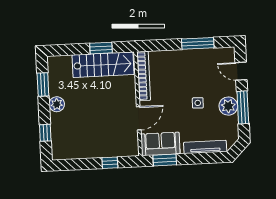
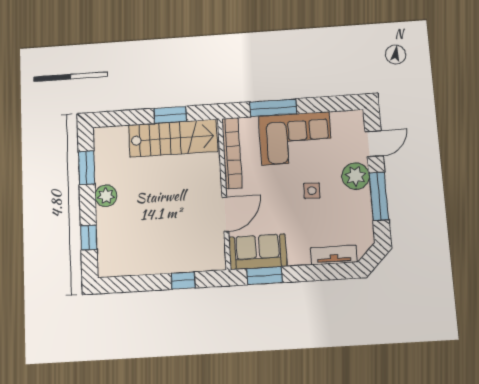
window: (198, 43) -> (273, 108), moved
corner sofa: (187, 66) -> (295, 138), added
door: (241, 71) -> (374, 144), swing flipped
plant: (228, 106) -> (356, 176), moved
tv unit: (205, 147) -> (334, 255), width x0.71

